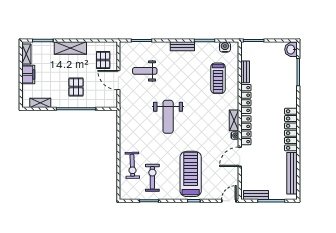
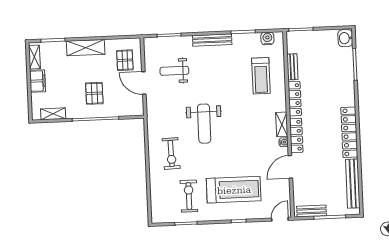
bench: (182, 46) -> (212, 40), width x1.36
exercise bike: (132, 165) -> (171, 153), moved
treadmill: (191, 174) -> (234, 190), turned 90

